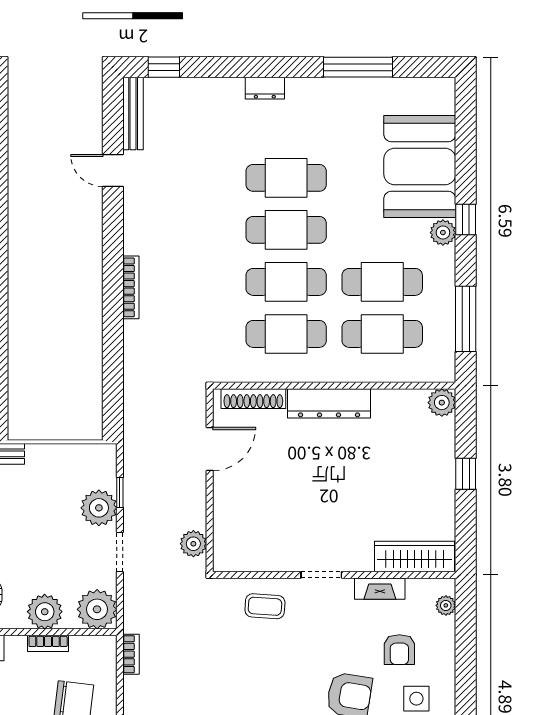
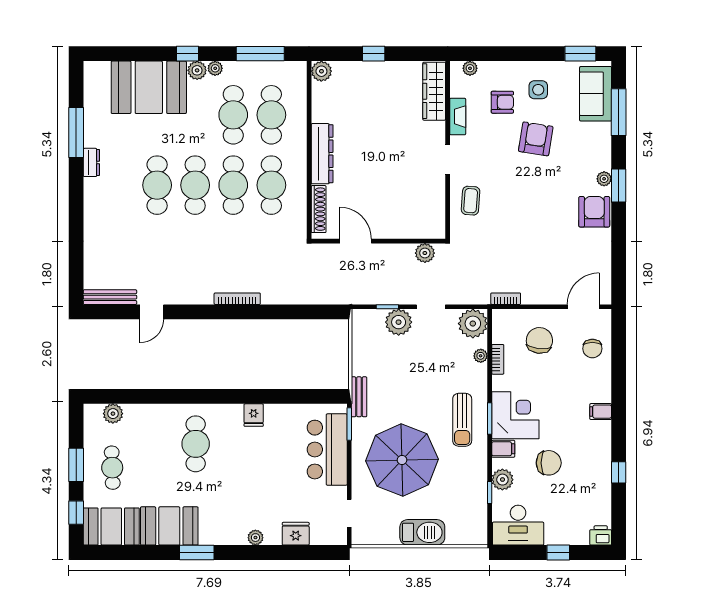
window: (164, 67) -> (76, 275), removed
dresser: (265, 88) -> (91, 162), moved
plant: (446, 257) -> (215, 68), added
plant: (45, 612) -> (481, 356), width x0.53, depth x0.53

